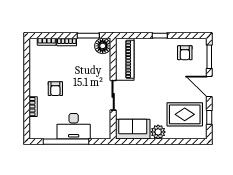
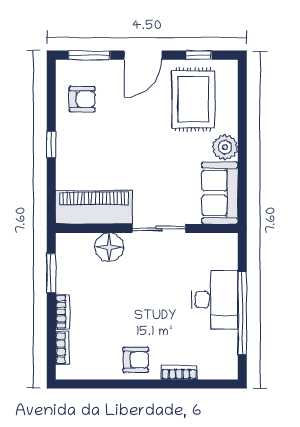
floor lamp: (103, 46) -> (109, 247), moved
armchair: (55, 89) -> (136, 360), moved

